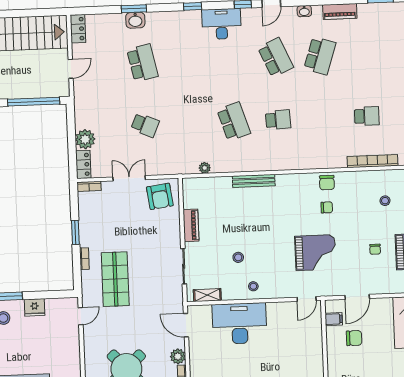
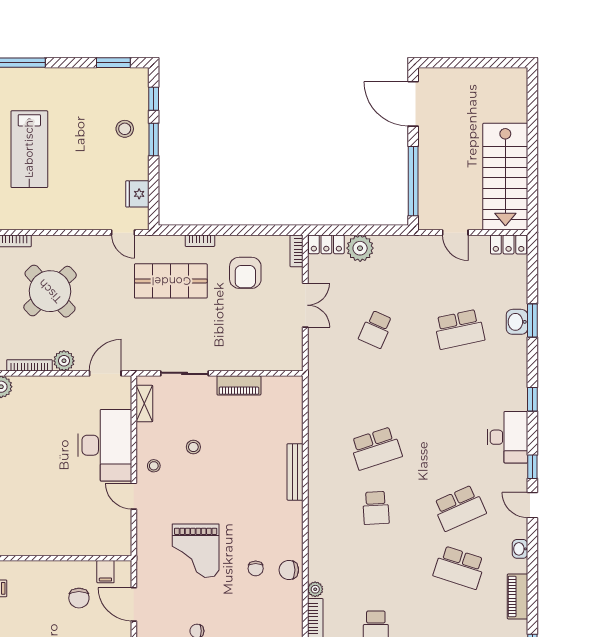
plant: (205, 168) -> (315, 589), moved
armchair: (160, 196) -> (245, 273), moved, turned -82
window: (75, 232) -> (236, 230), removed
door: (307, 299) -> (134, 496), moved
fridge: (35, 307) -> (137, 194), moved

